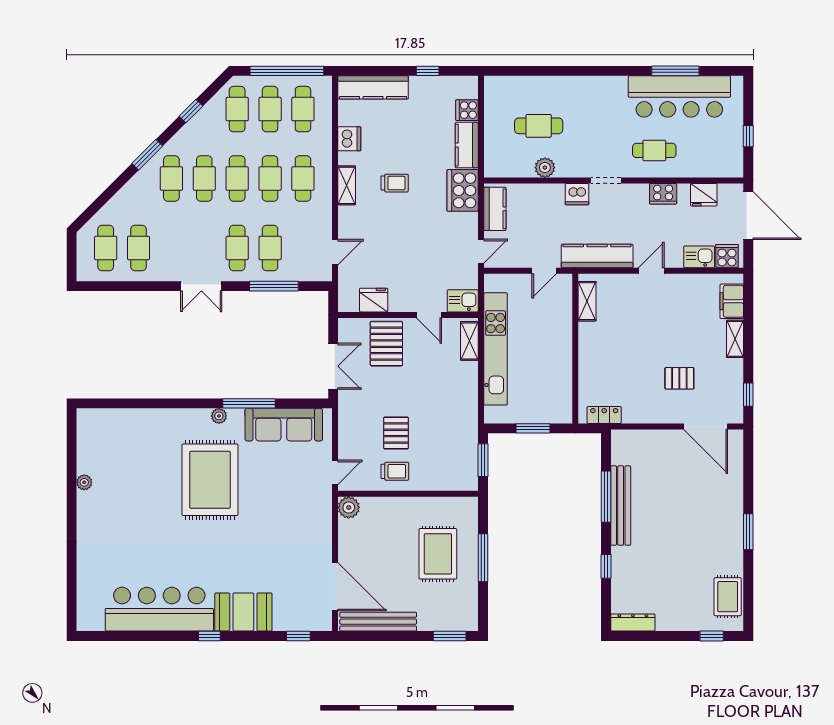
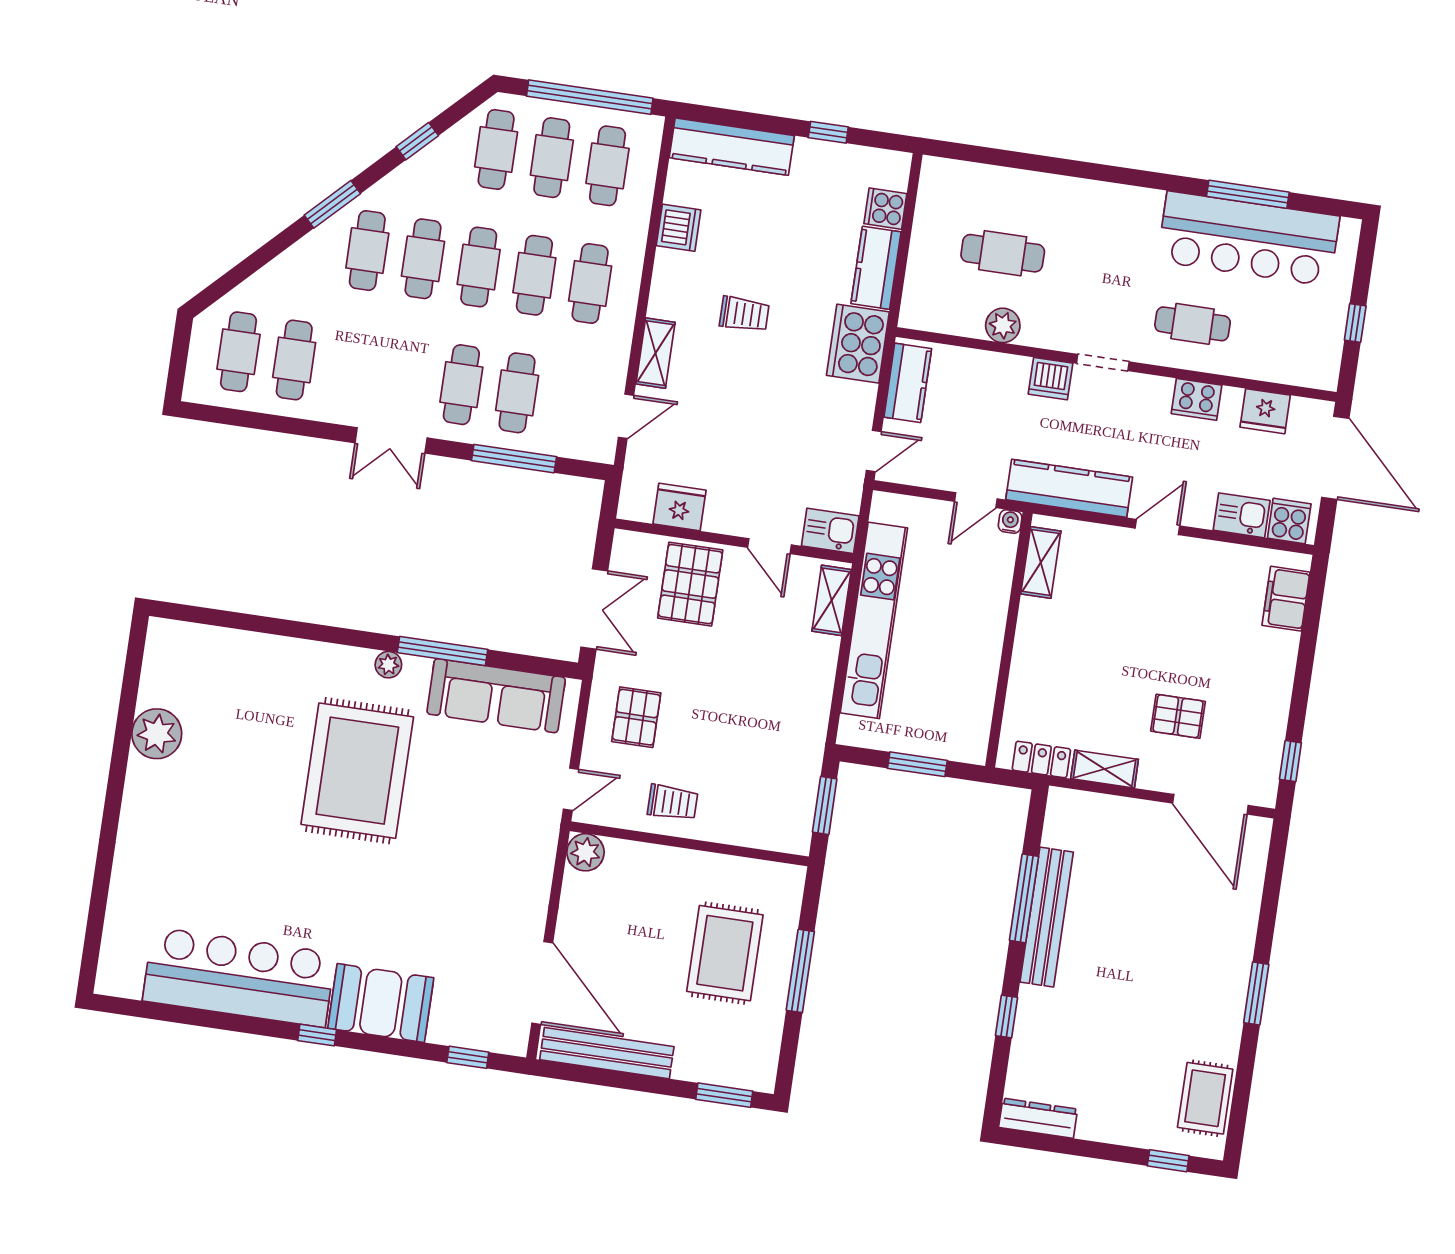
shelving: (347, 185) -> (656, 353), moved
water cooler: (566, 280) -> (1010, 521), added
shelving: (735, 339) -> (1105, 769), moved, turned 90
pallet: (396, 433) -> (636, 717), moved
plant: (84, 482) -> (157, 734), width x1.88, depth x1.88

